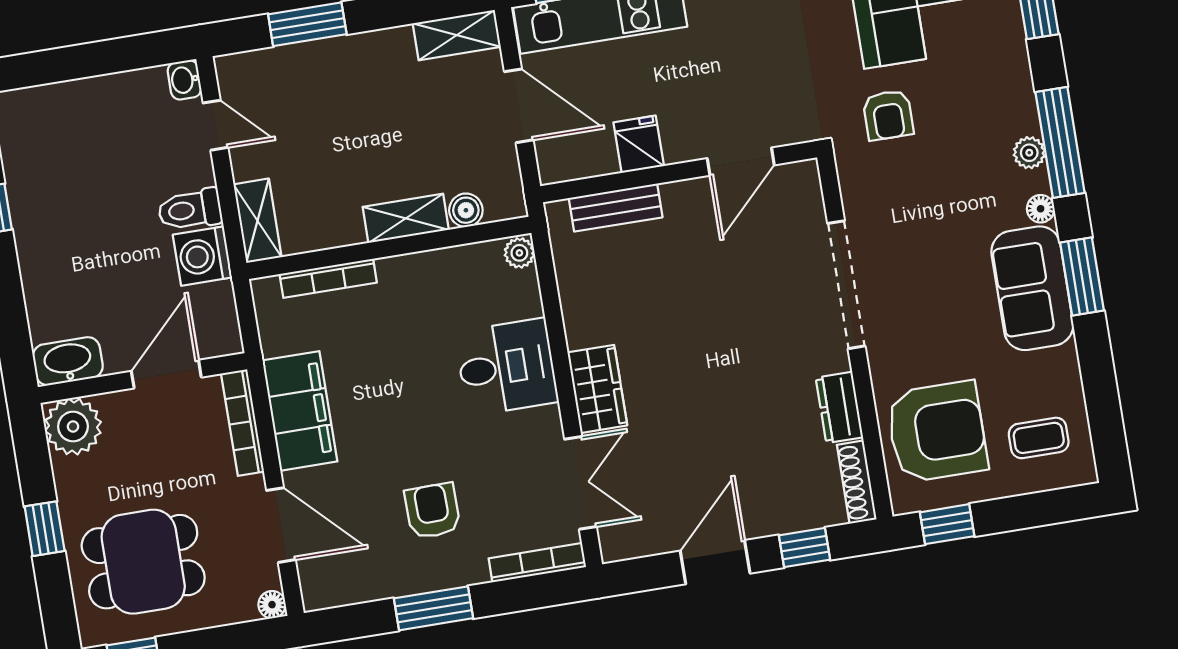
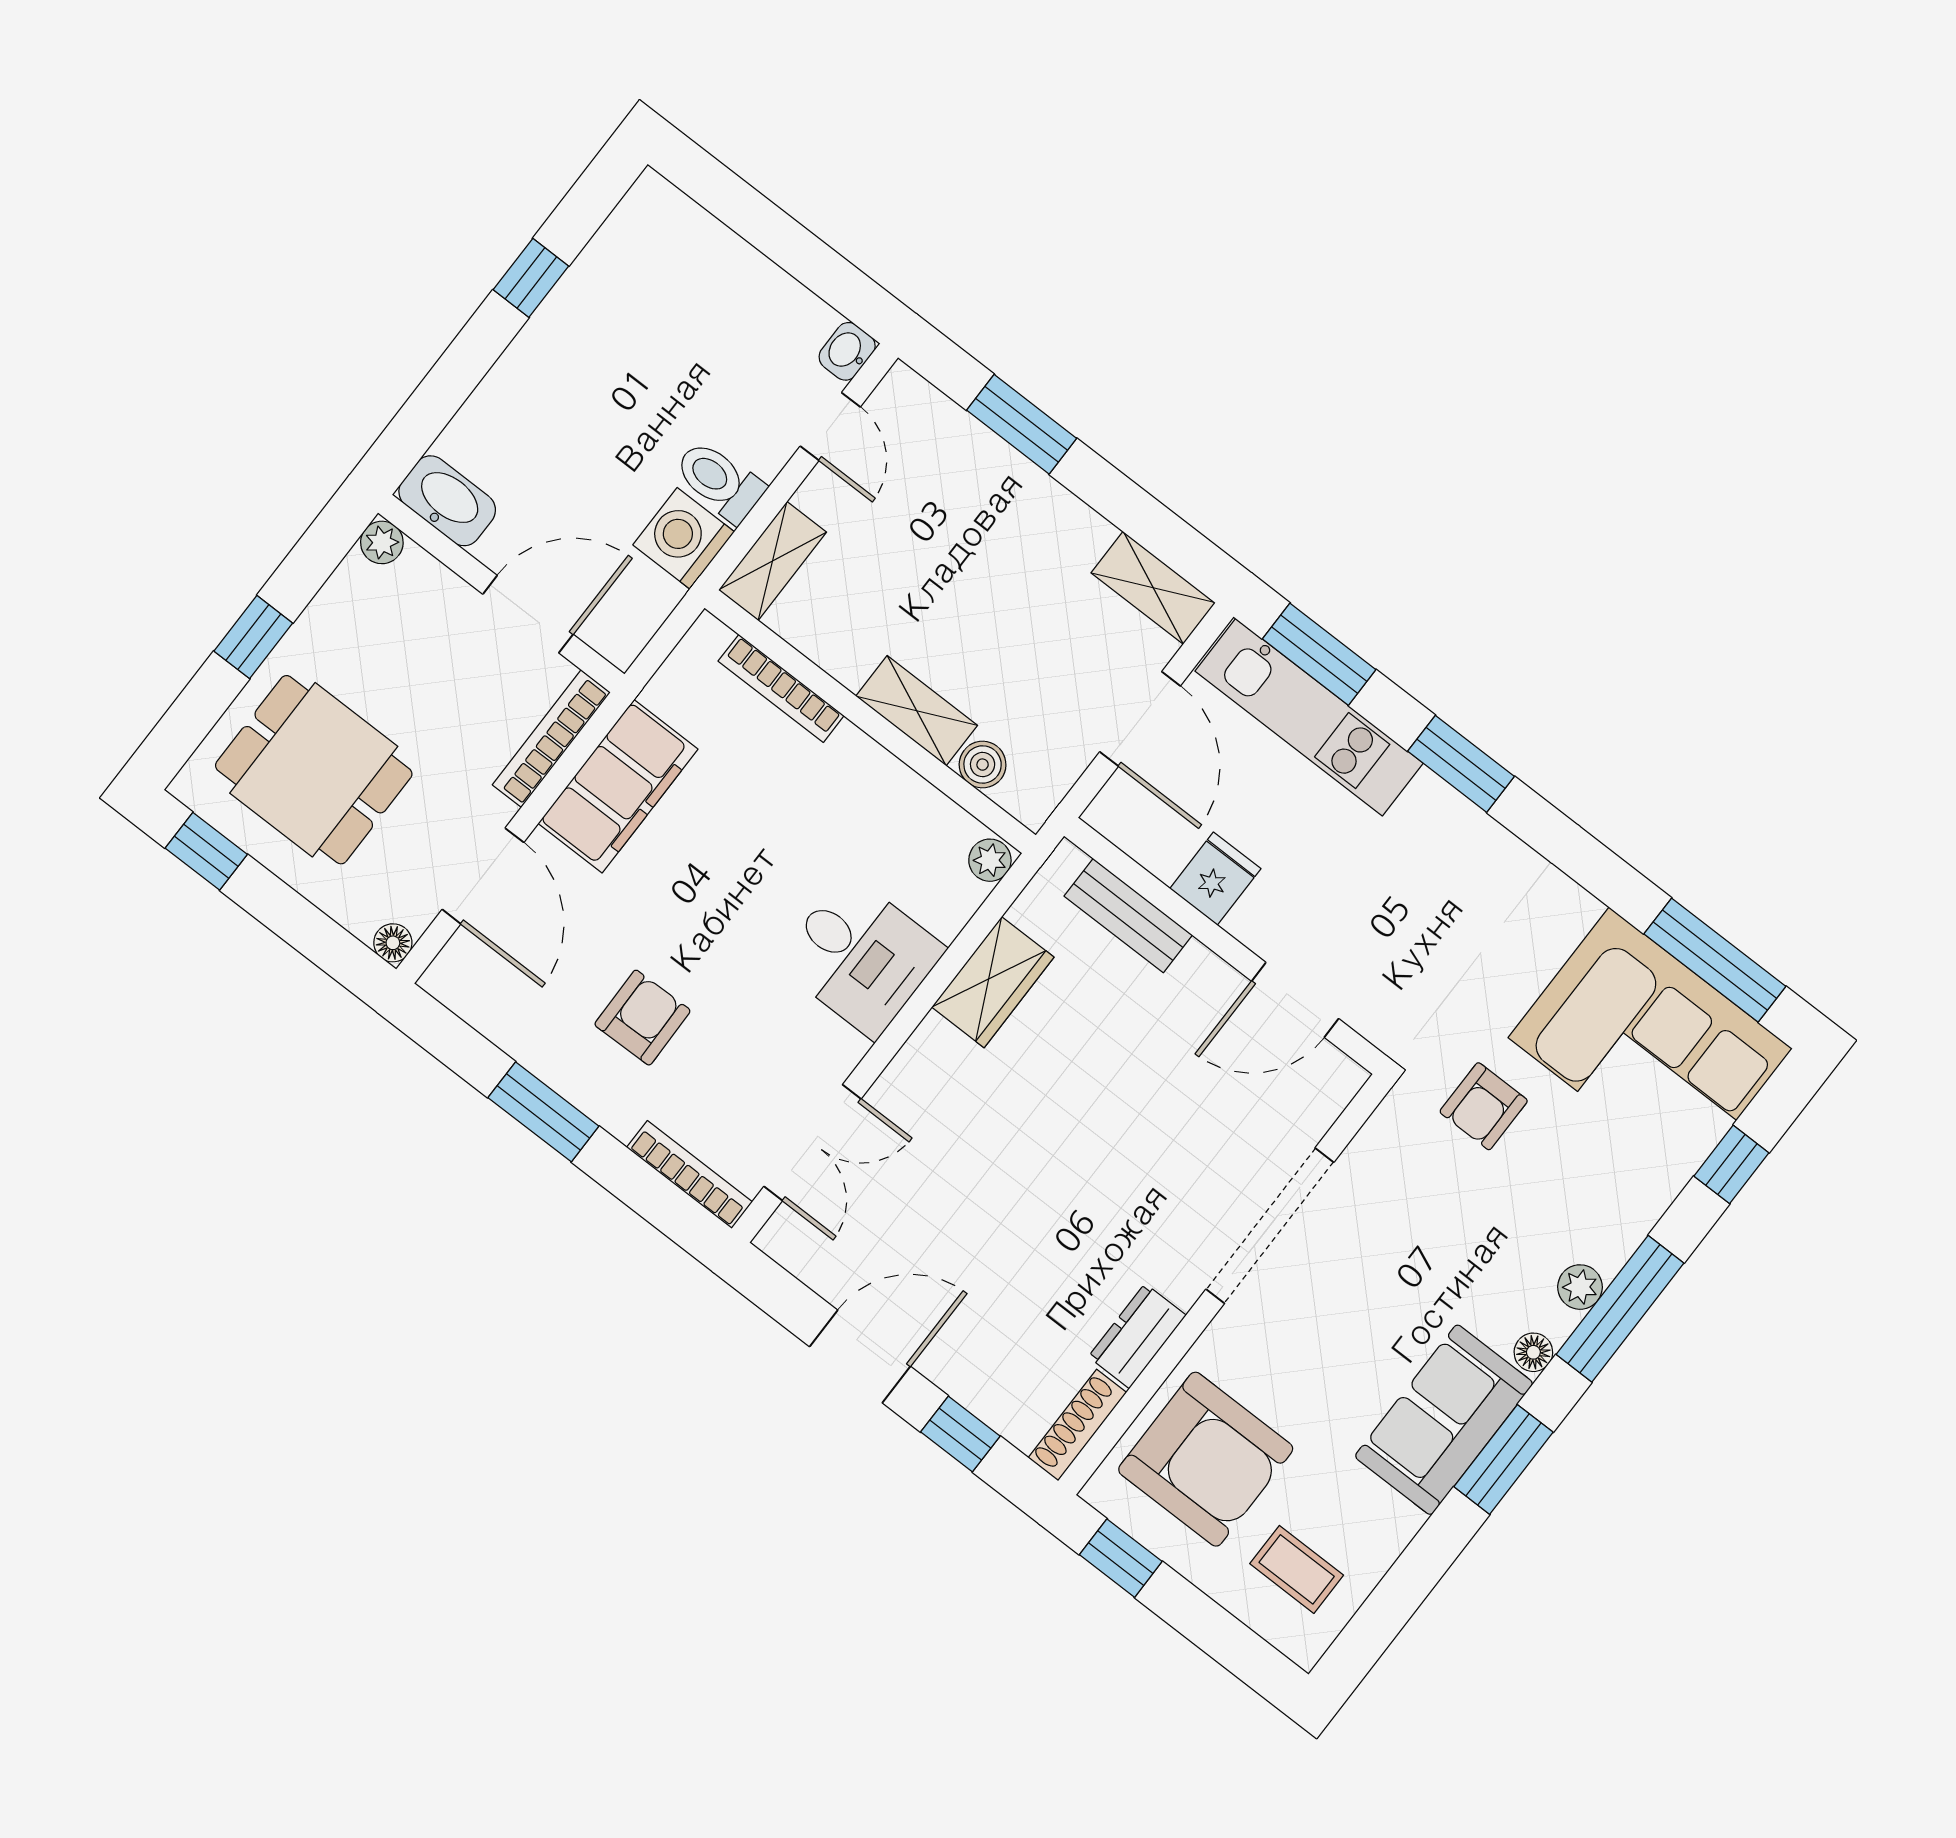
wardrobe: (597, 389) -> (993, 982), moved
plant: (73, 426) -> (382, 542), width x0.53, depth x0.53

